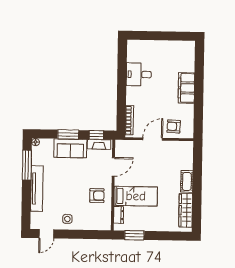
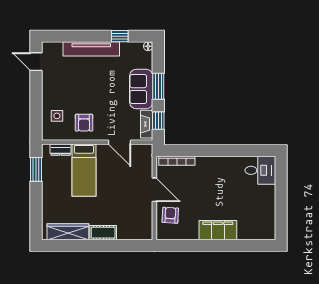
desk: (139, 74) -> (260, 170), moved, turned 90
window: (27, 165) -> (120, 36), width x0.46
side table: (67, 219) -> (57, 116), moved

